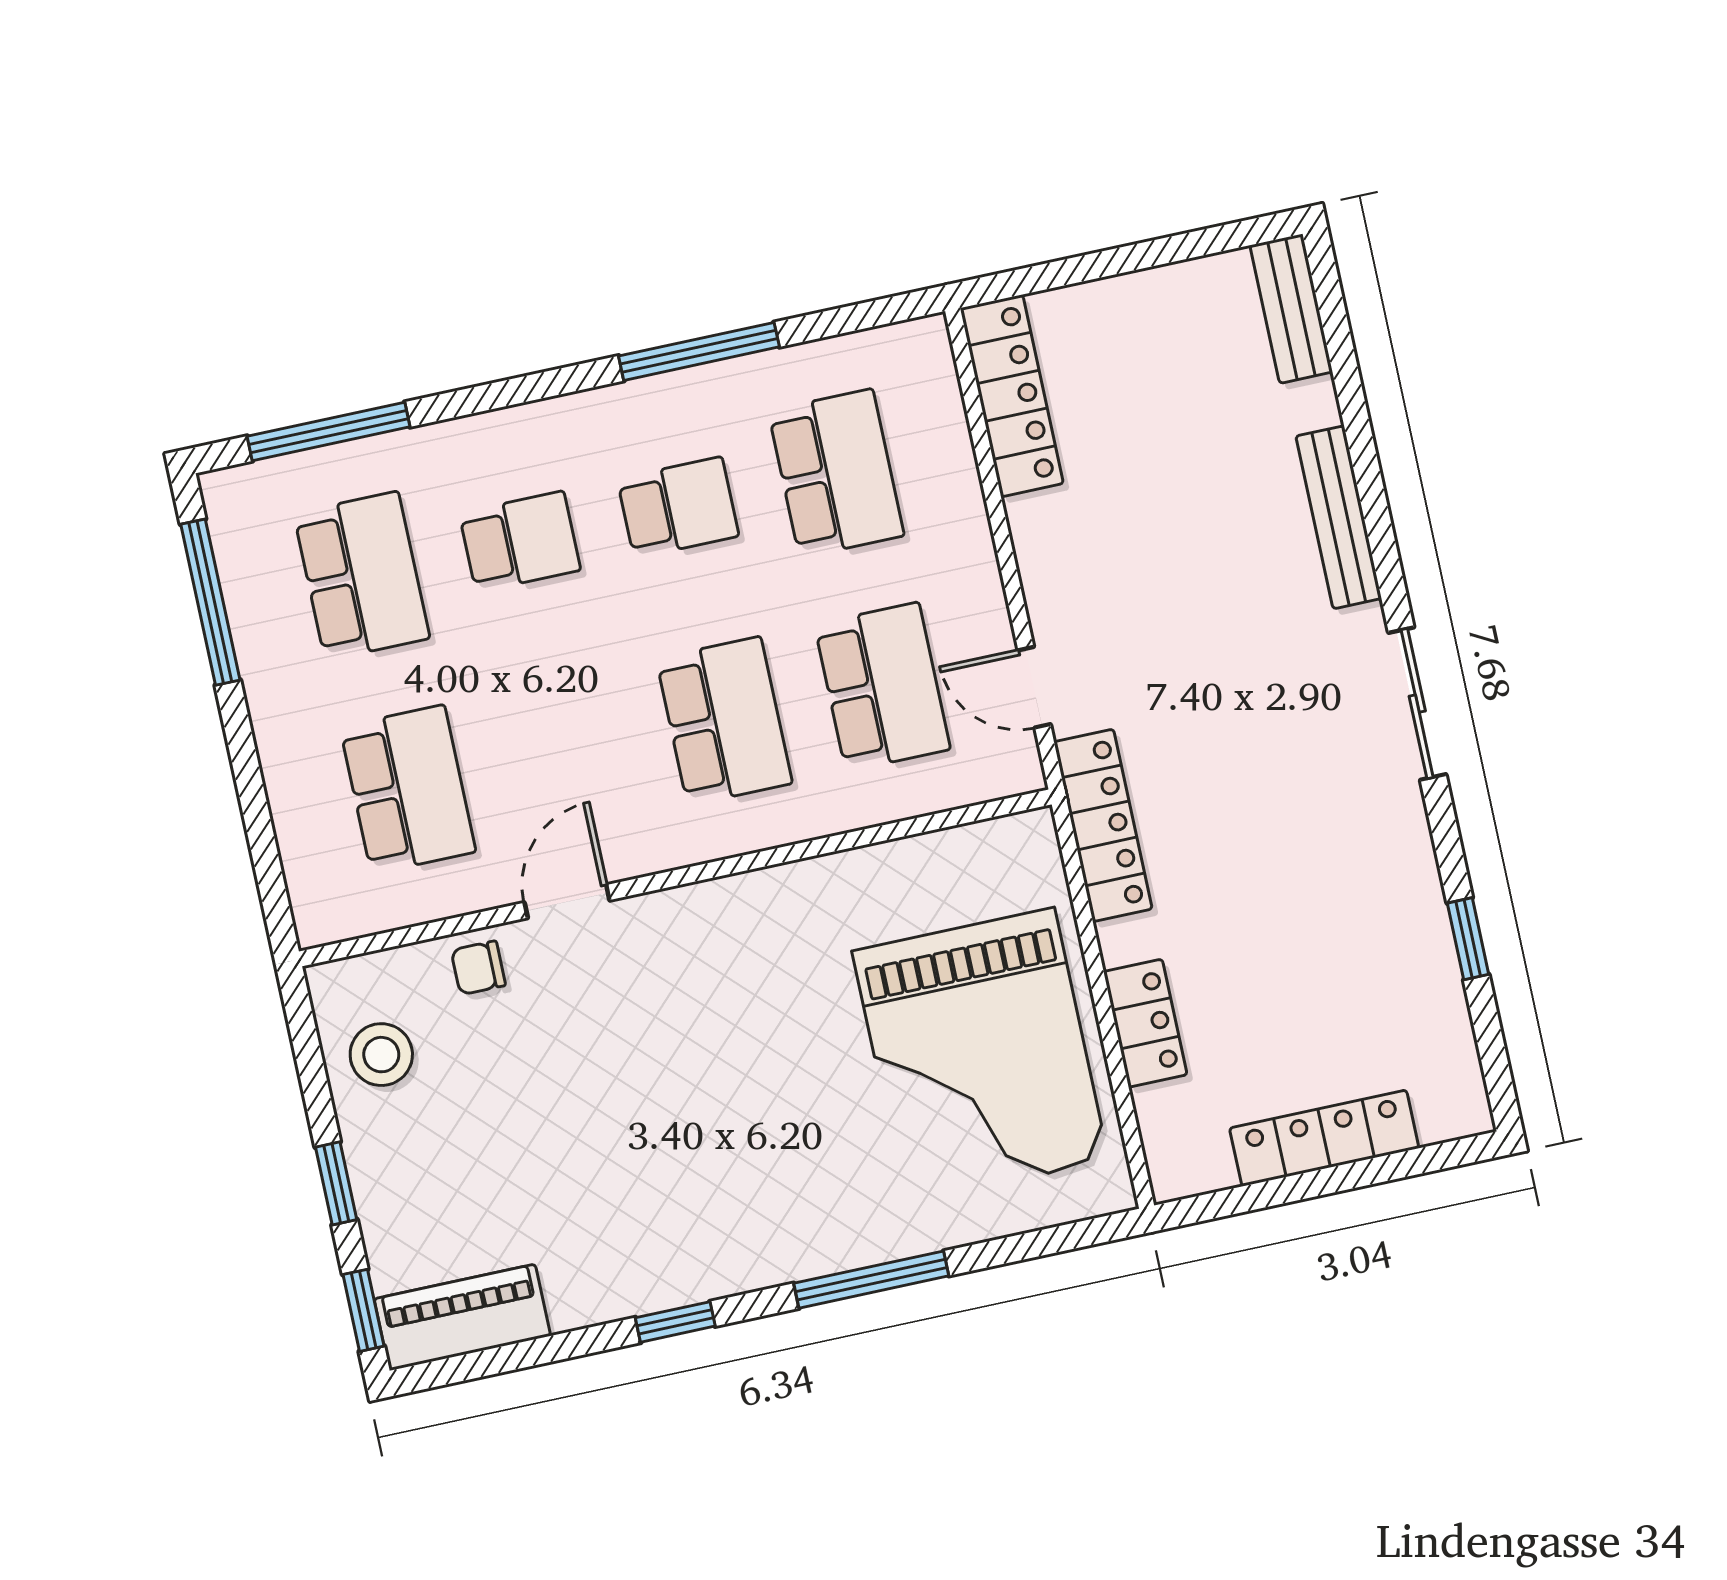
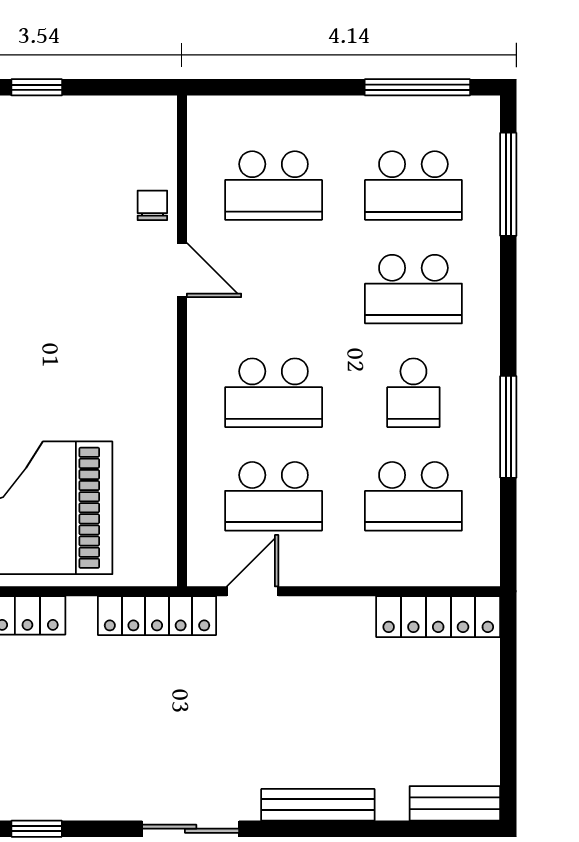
school desk: (520, 542) -> (413, 289), width x1.85
stool: (381, 1055) -> (111, 133), removed

